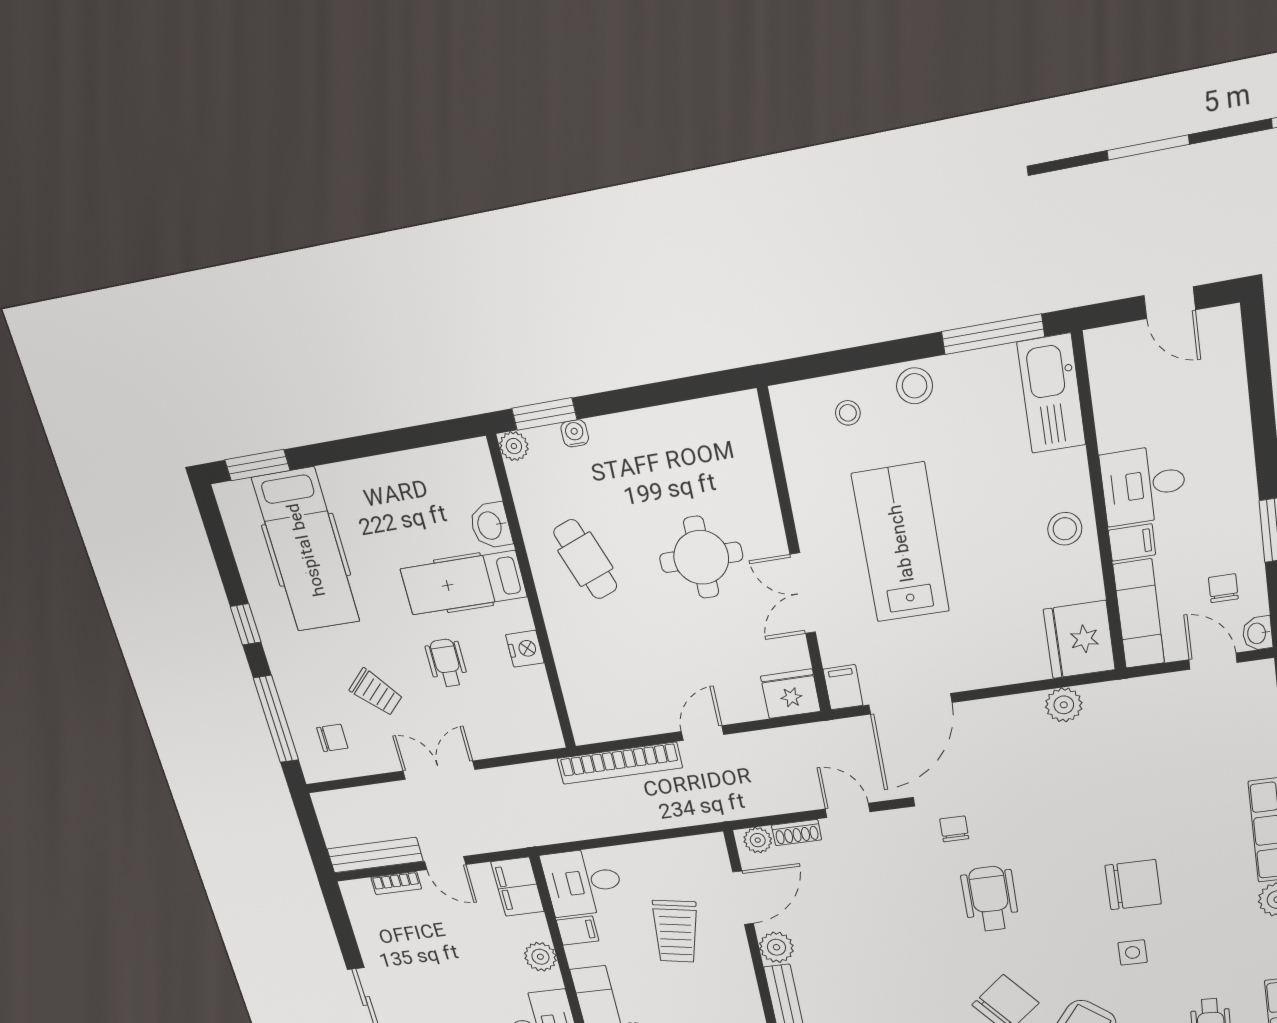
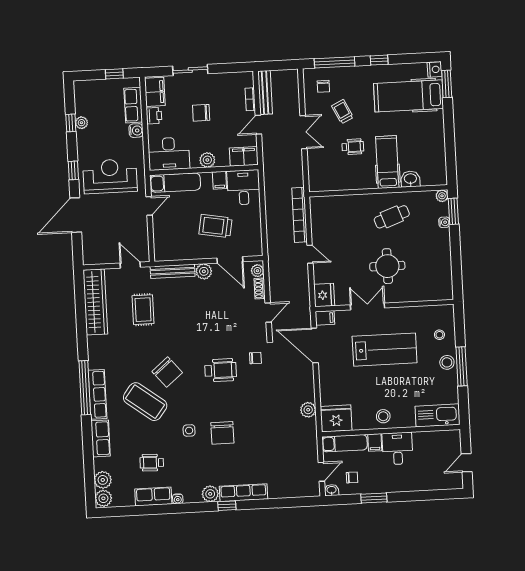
window: (993, 334) -> (462, 366), moved
nightstand: (525, 649) -> (435, 69), moved, turned -90
trolley: (376, 692) -> (343, 112), turned 108
chair: (447, 975) -> (201, 113), added

